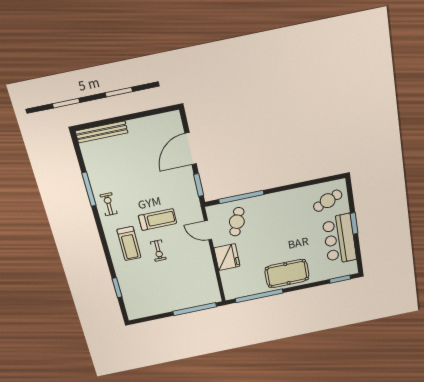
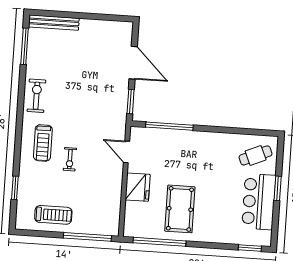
door: (191, 149) -> (133, 63), swing flipped
window: (89, 189) -> (25, 46), moved
exercise bike: (109, 204) -> (36, 96), width x1.38, depth x1.39
treadmill: (157, 219) -> (53, 215), moved
cafe table: (237, 222) -> (158, 151), removed
pool table: (287, 274) -> (180, 209), moved, turned 90

